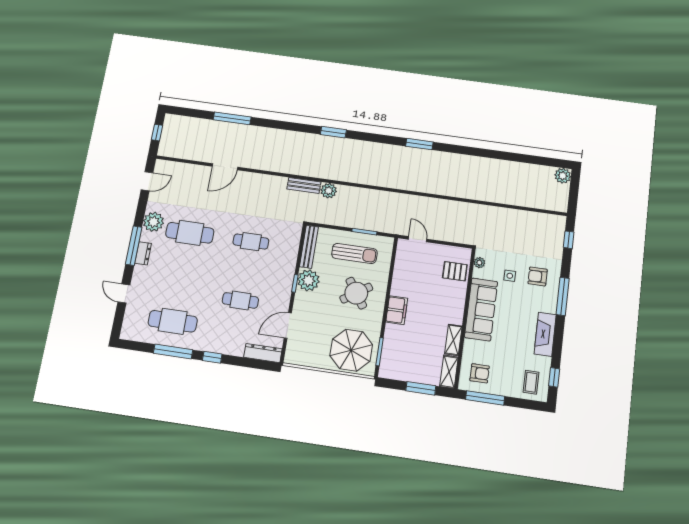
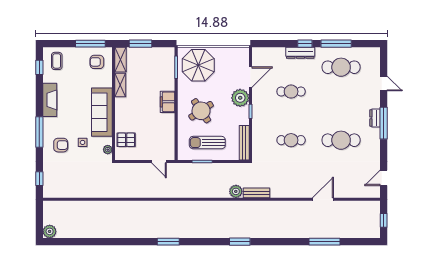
plant: (153, 222) -> (372, 145), removed
plant: (308, 280) -> (240, 98), moved
dresser: (263, 353) -> (300, 53), moved

